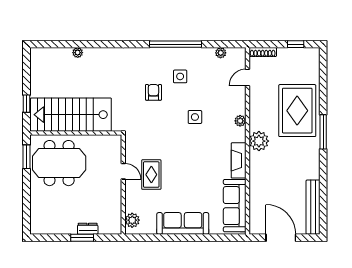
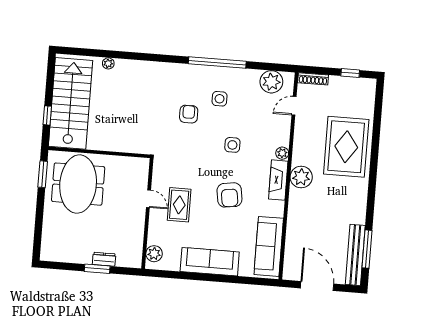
plant: (221, 53) -> (271, 82), width x1.88, depth x1.88
stairs: (71, 115) -> (71, 103), moved, turned 90
window: (323, 132) -> (367, 249), moved
fireplace: (239, 160) -> (278, 180), moved
armchair: (196, 162) -> (229, 195), added
meeting table: (59, 163) -> (78, 184), turned 90

